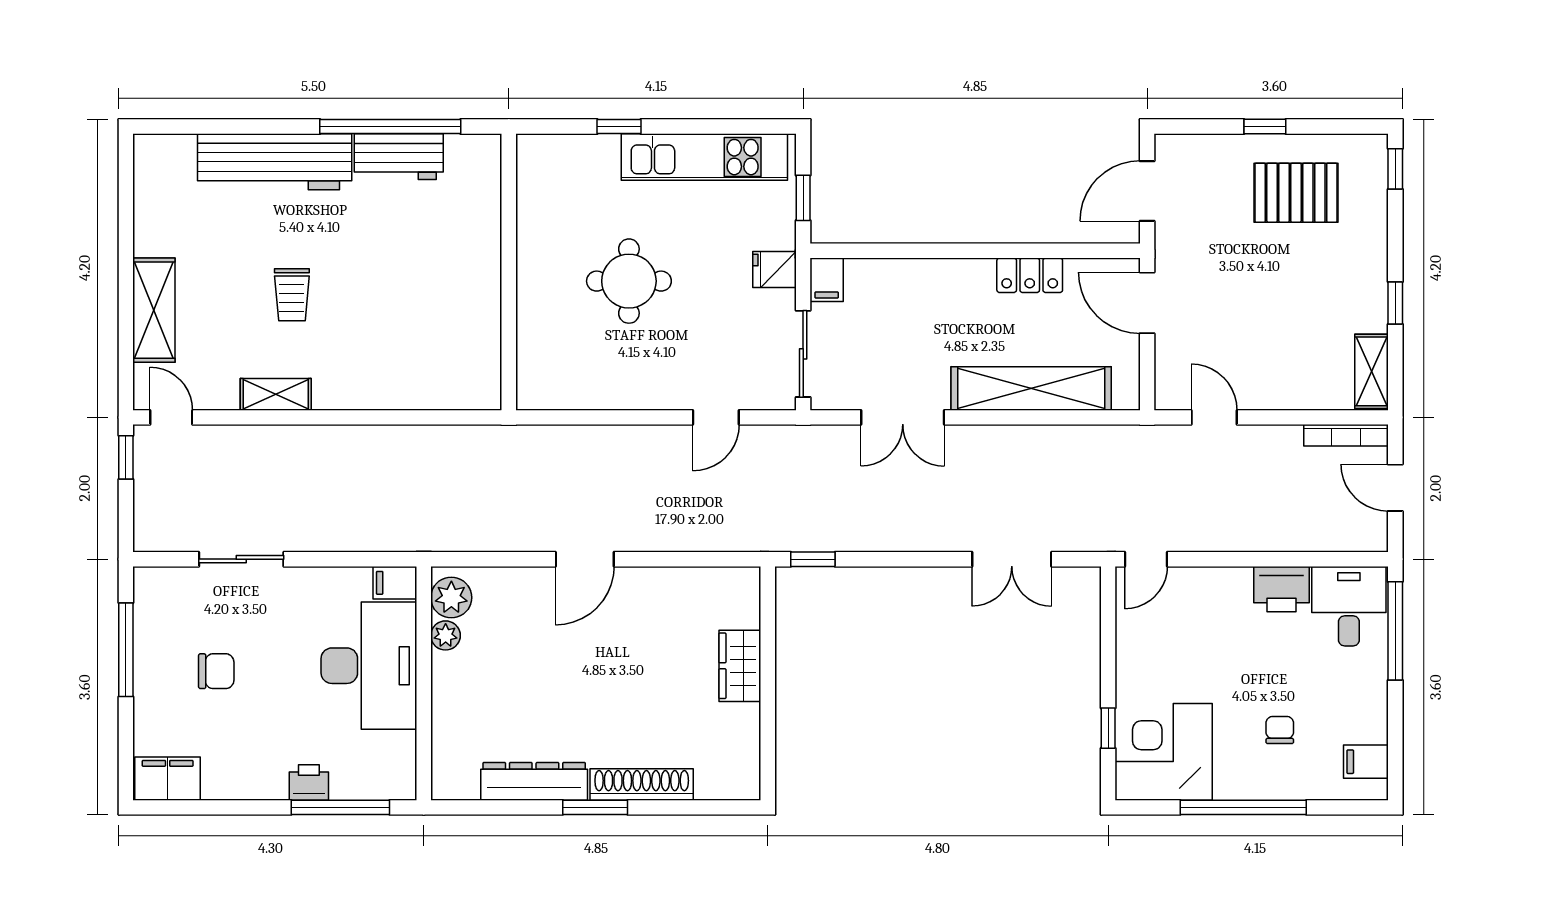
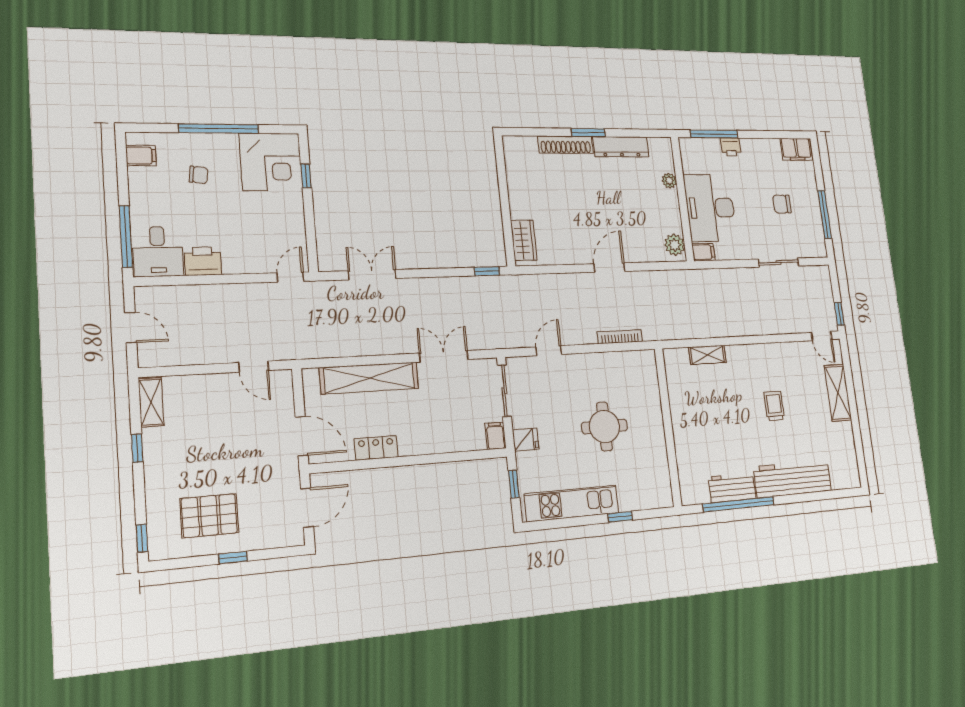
shelving: (276, 394) -> (707, 355), moved
bookcase: (1346, 435) -> (620, 337), moved
plant: (446, 635) -> (669, 181), moved
wardrobe: (740, 666) -> (524, 240), moved
chair: (1280, 730) -> (198, 175), turned -83

